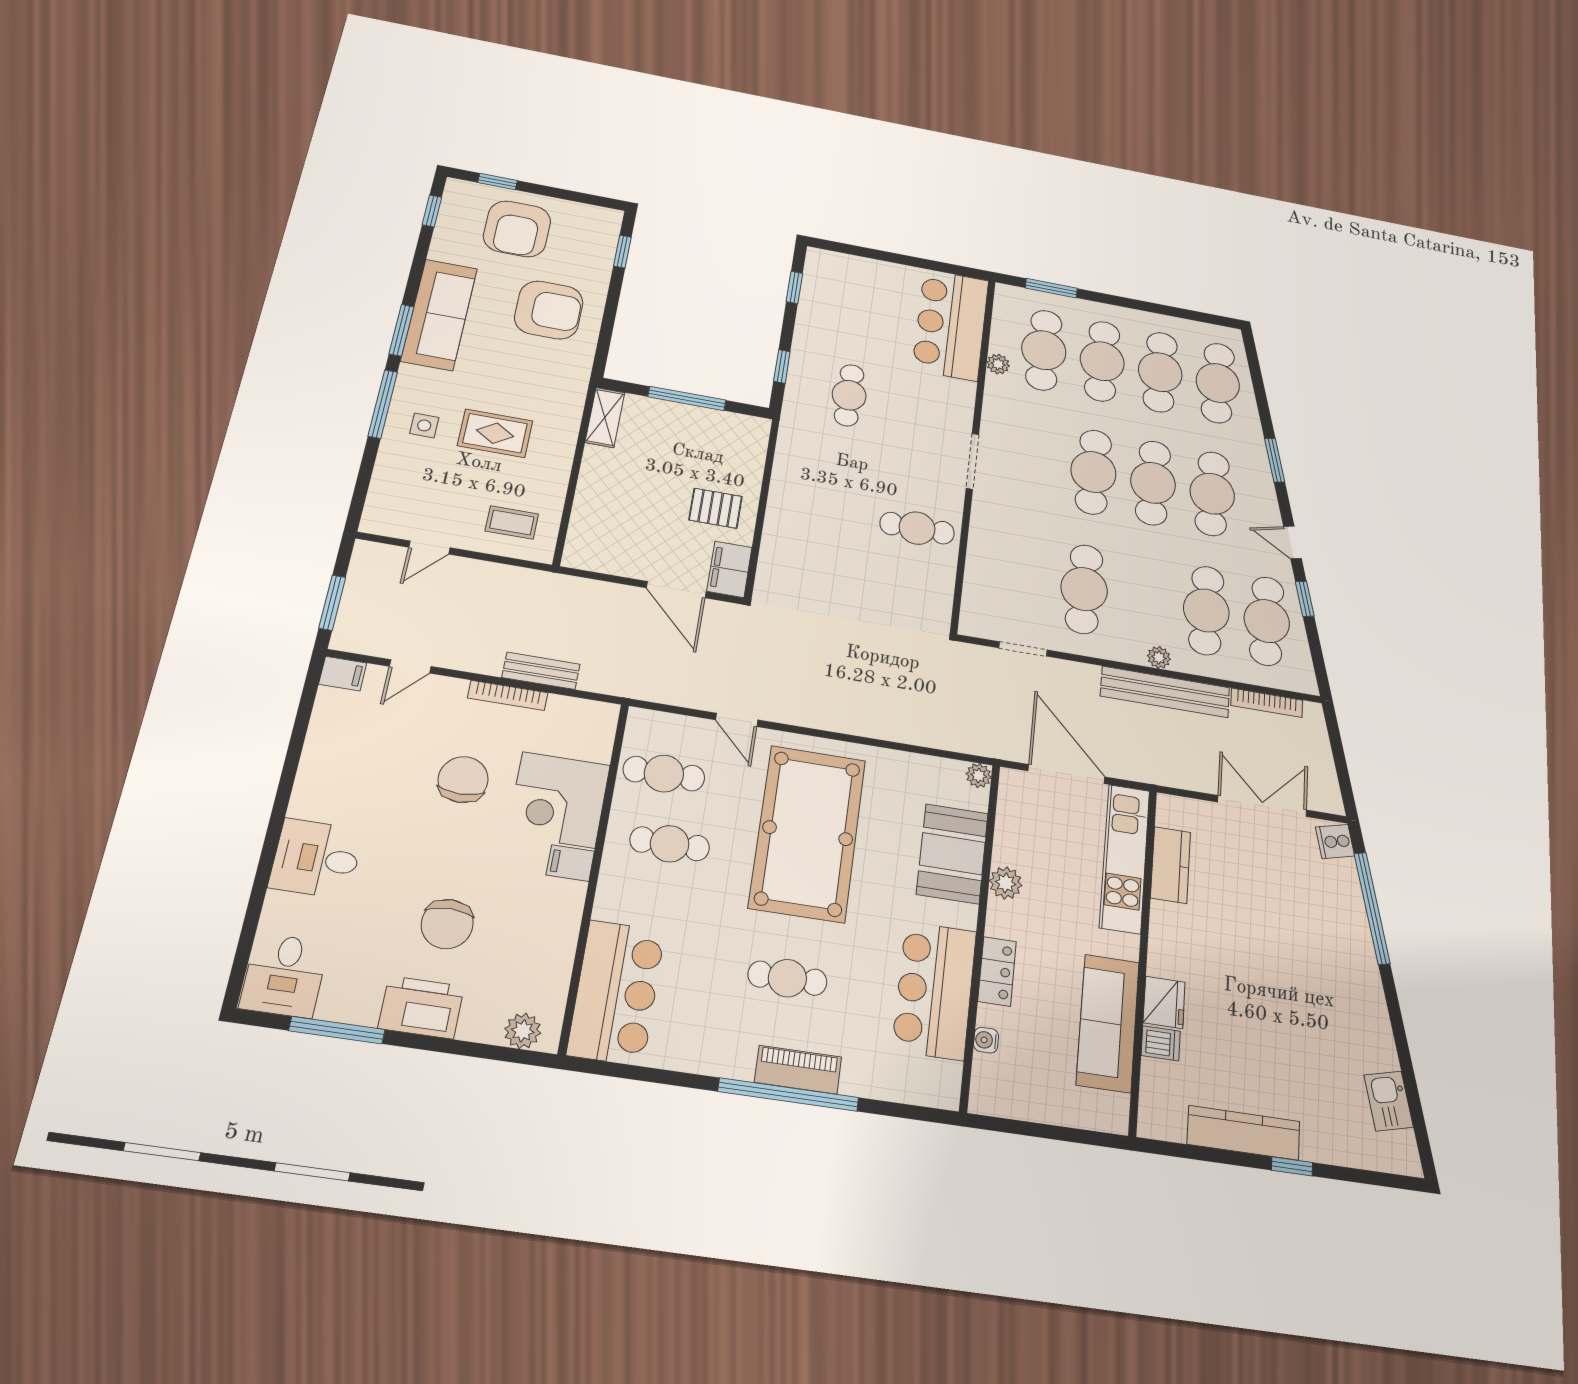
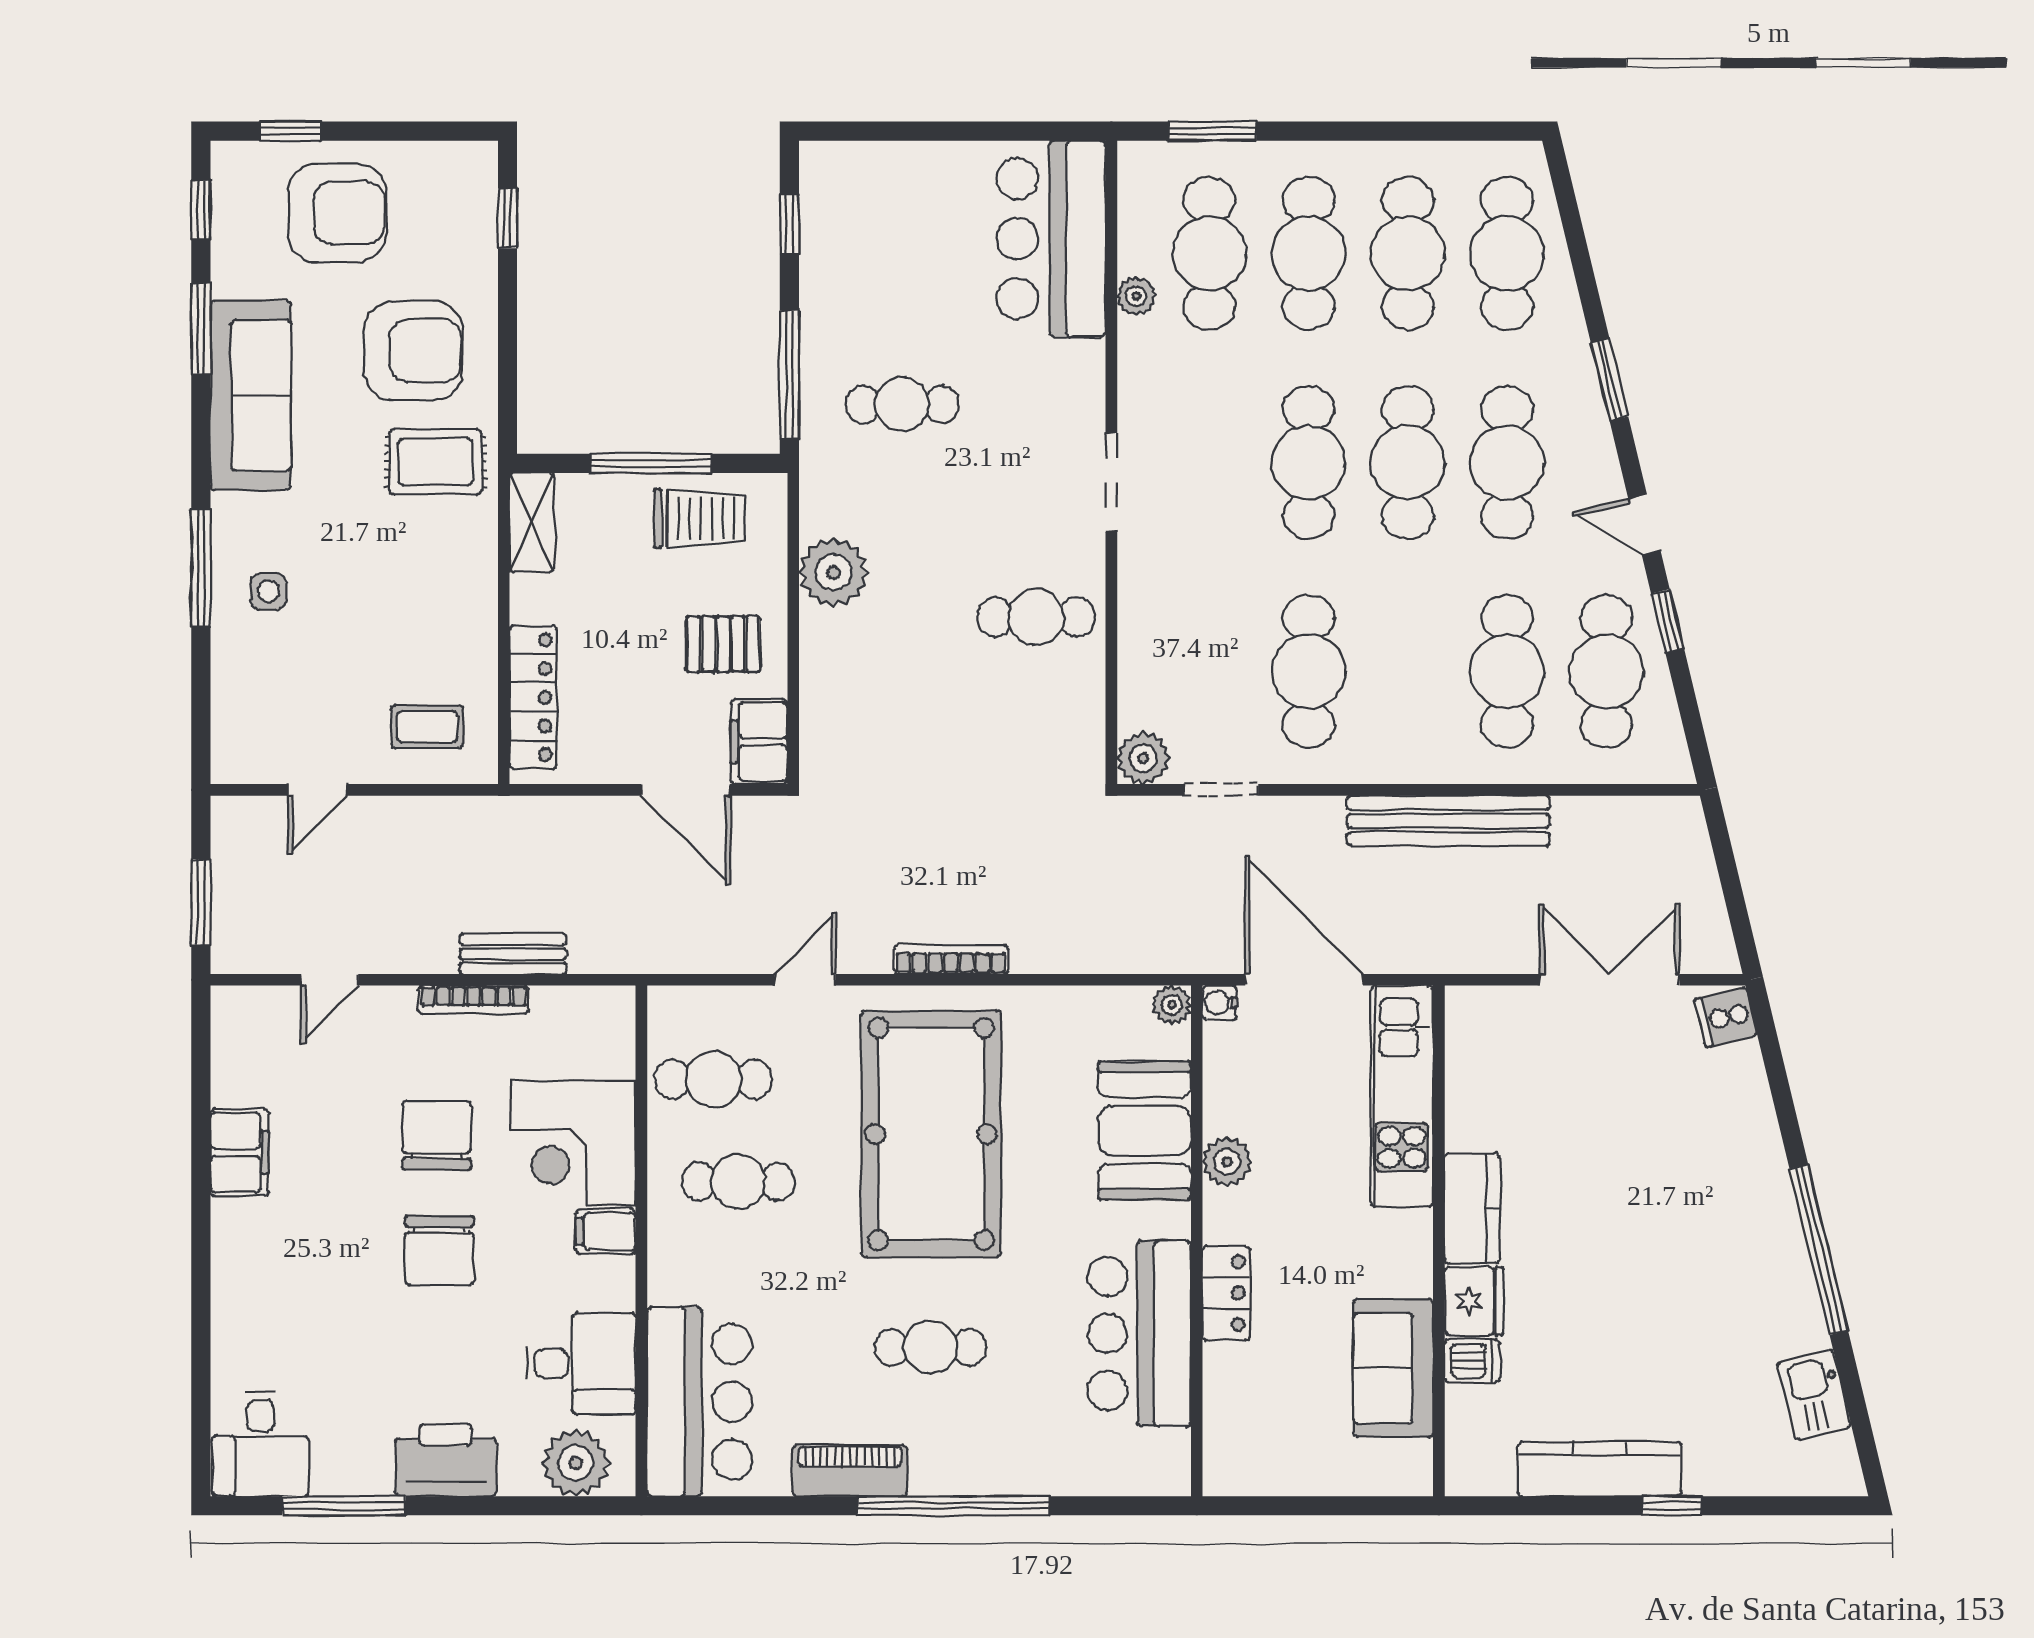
armchair: (517, 229) -> (337, 213), turned -90
window: (401, 330) -> (201, 329), moved
window: (782, 366) -> (789, 375), width x2.17
cafe table: (849, 395) -> (902, 404), turned 90
rug: (495, 433) -> (435, 462), moved
trolley: (713, 435) -> (700, 519), added
plant: (793, 480) -> (833, 572), added
locker: (586, 517) -> (533, 697), added
plant: (1159, 657) -> (1143, 758), moved, width x1.38, depth x1.38
filing cabinet: (343, 674) -> (239, 1152), moved, width x2.00
bookcase: (1267, 703) -> (951, 959), moved, turned 180
door: (737, 720) -> (805, 980), swing flipped
desk: (316, 859) -> (581, 1363), moved, turned 180
kitchen counter: (1171, 865) -> (1472, 1208), moved
window: (1372, 908) -> (1819, 1250), moved
chair: (447, 924) -> (439, 1250), moved
sofa: (1108, 1023) -> (1393, 1368), width x0.73
plant: (523, 1031) -> (576, 1463), width x1.36, depth x1.36
water cooler: (986, 1040) -> (1220, 1003), moved
piano: (798, 1070) -> (850, 1471), moved

